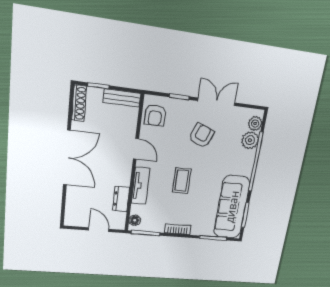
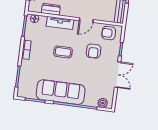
armchair: (201, 136) -> (94, 51), moved, turned 68
plant: (250, 140) -> (91, 100), removed
sofa: (232, 207) -> (61, 92), moved

